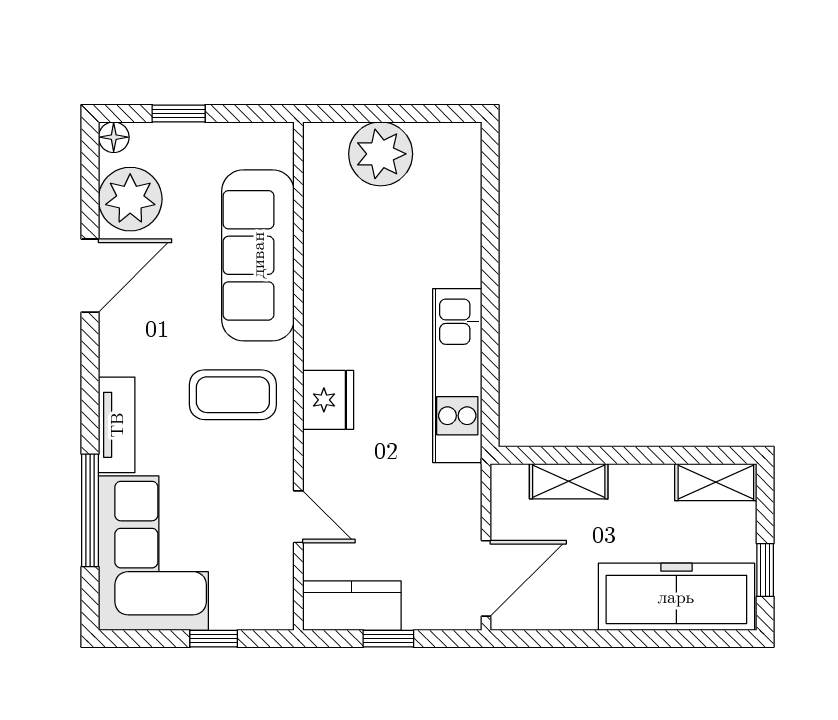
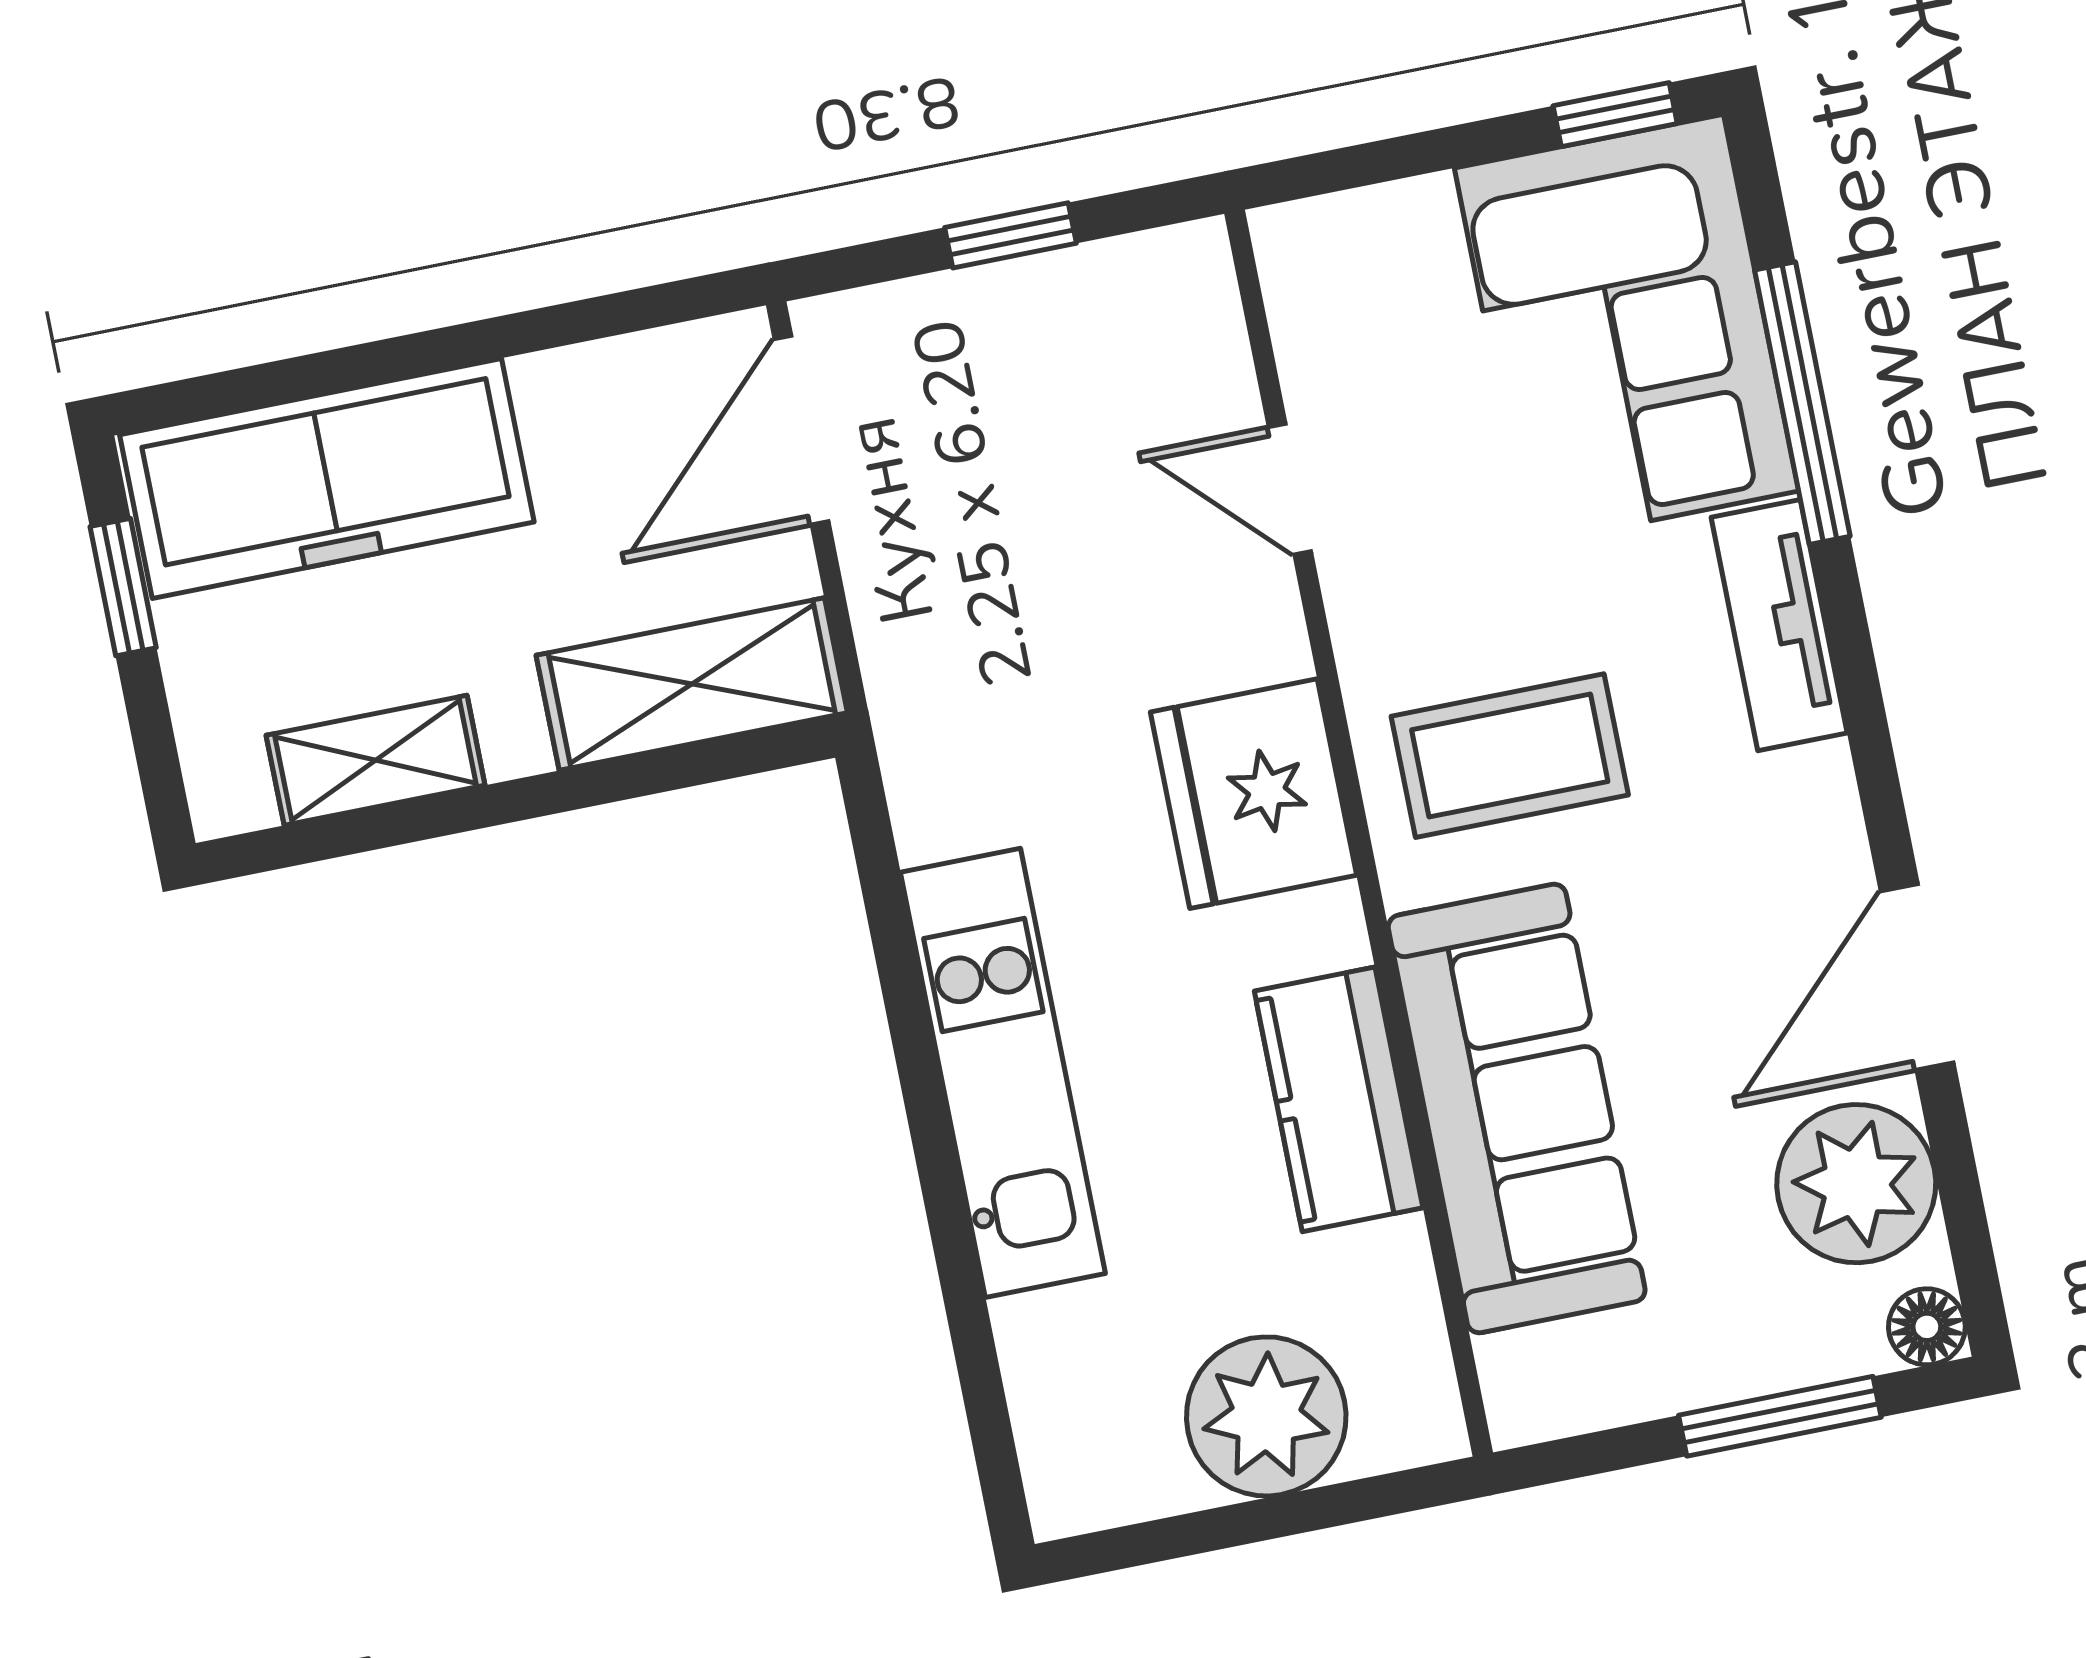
window: (179, 114) -> (1780, 1416), width x1.50
kitchen unit: (457, 376) -> (1003, 1073), moved
fridge: (328, 400) -> (1254, 794), width x1.36, depth x1.34
shelving: (569, 481) -> (692, 684), width x1.50, depth x1.33
shelving: (716, 482) -> (376, 760), moved
kitchen counter: (352, 606) -> (1339, 1099), moved, turned 90
window: (214, 639) -> (1615, 115), moved

